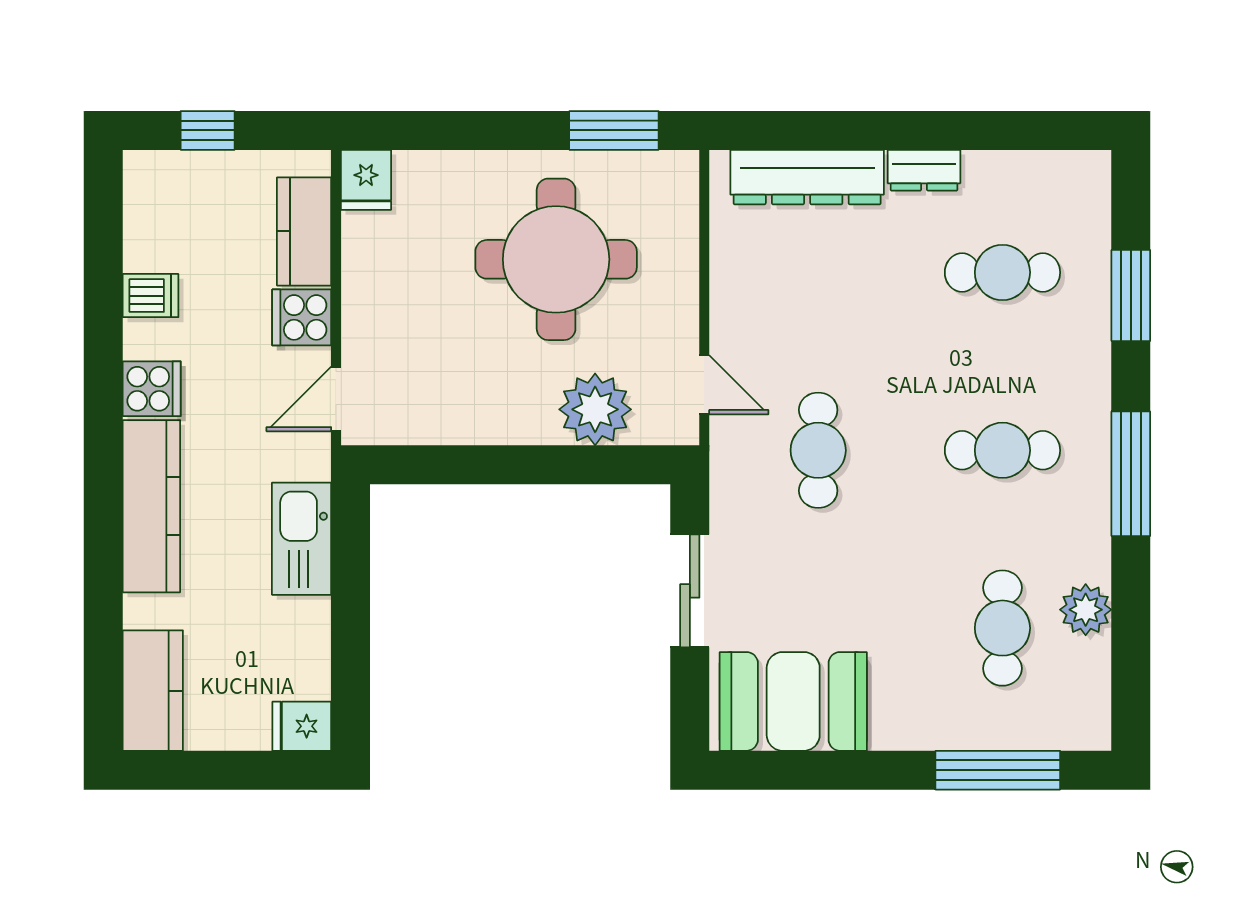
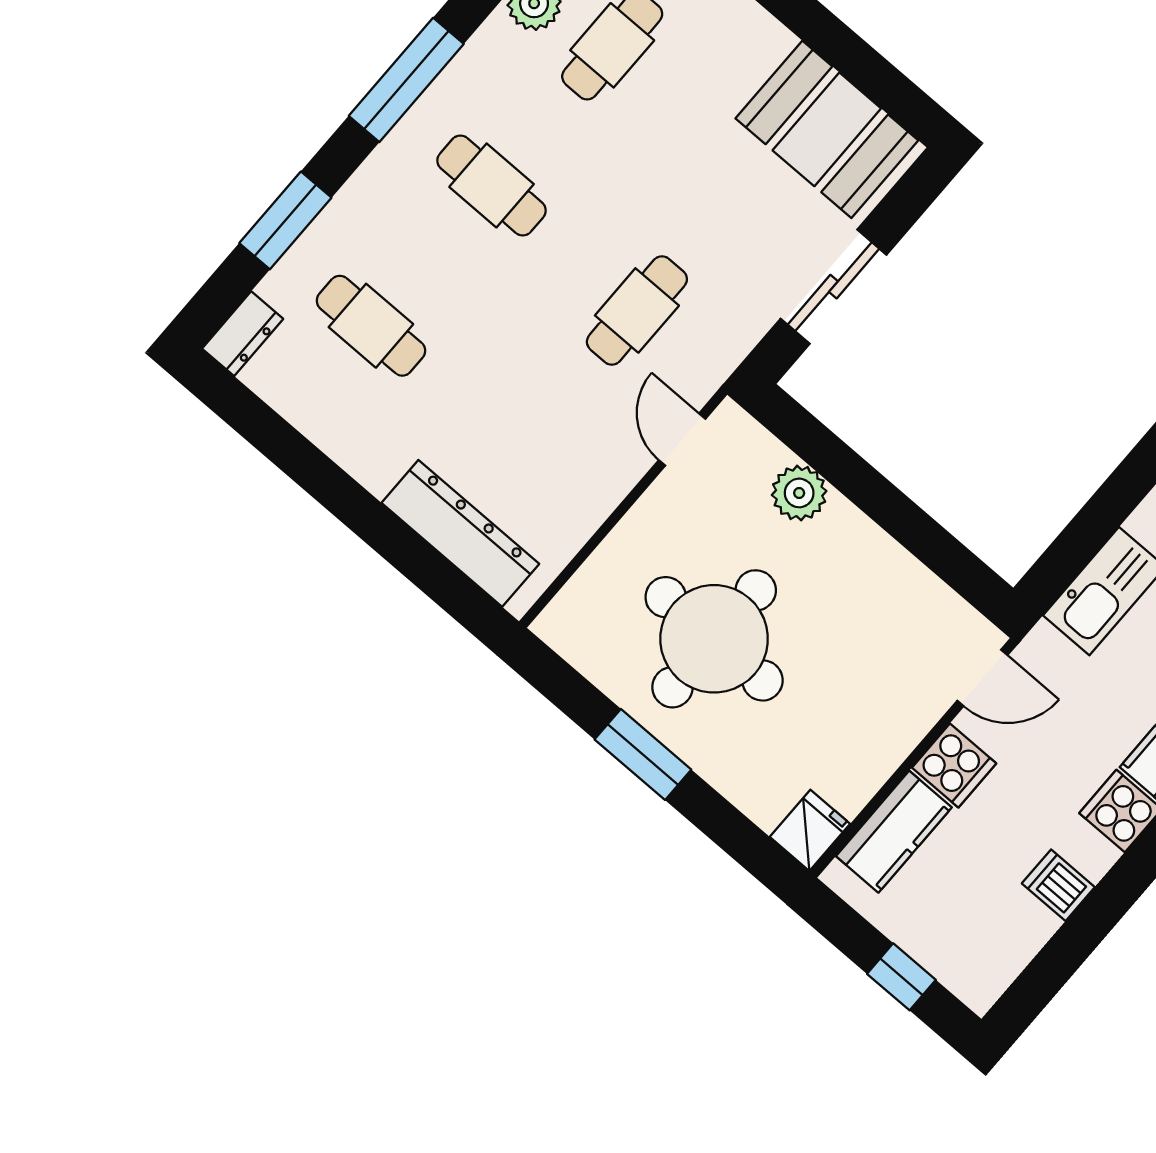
window: (614, 130) -> (643, 754), moved
dresser: (924, 170) -> (243, 334), moved, turned 90
plant: (595, 409) -> (799, 493), width x0.73, depth x0.73

